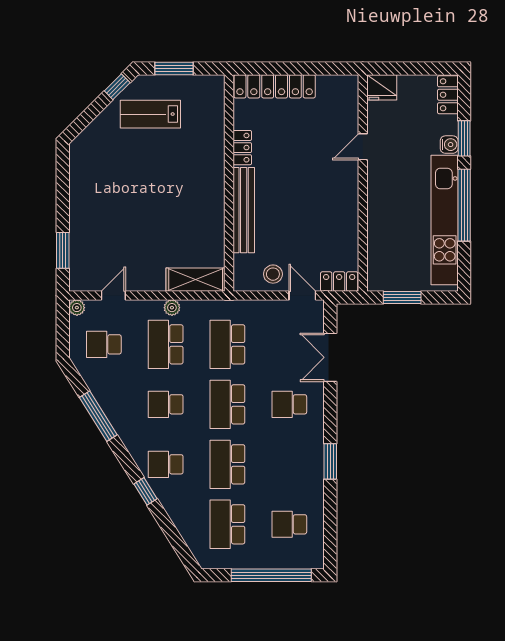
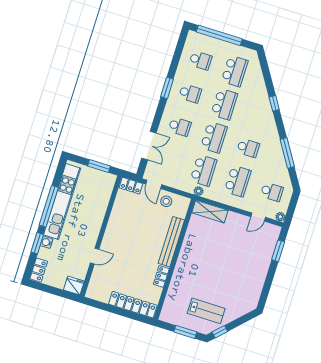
plant: (172, 308) -> (199, 191), moved
school desk: (166, 464) -> (190, 93), moved

